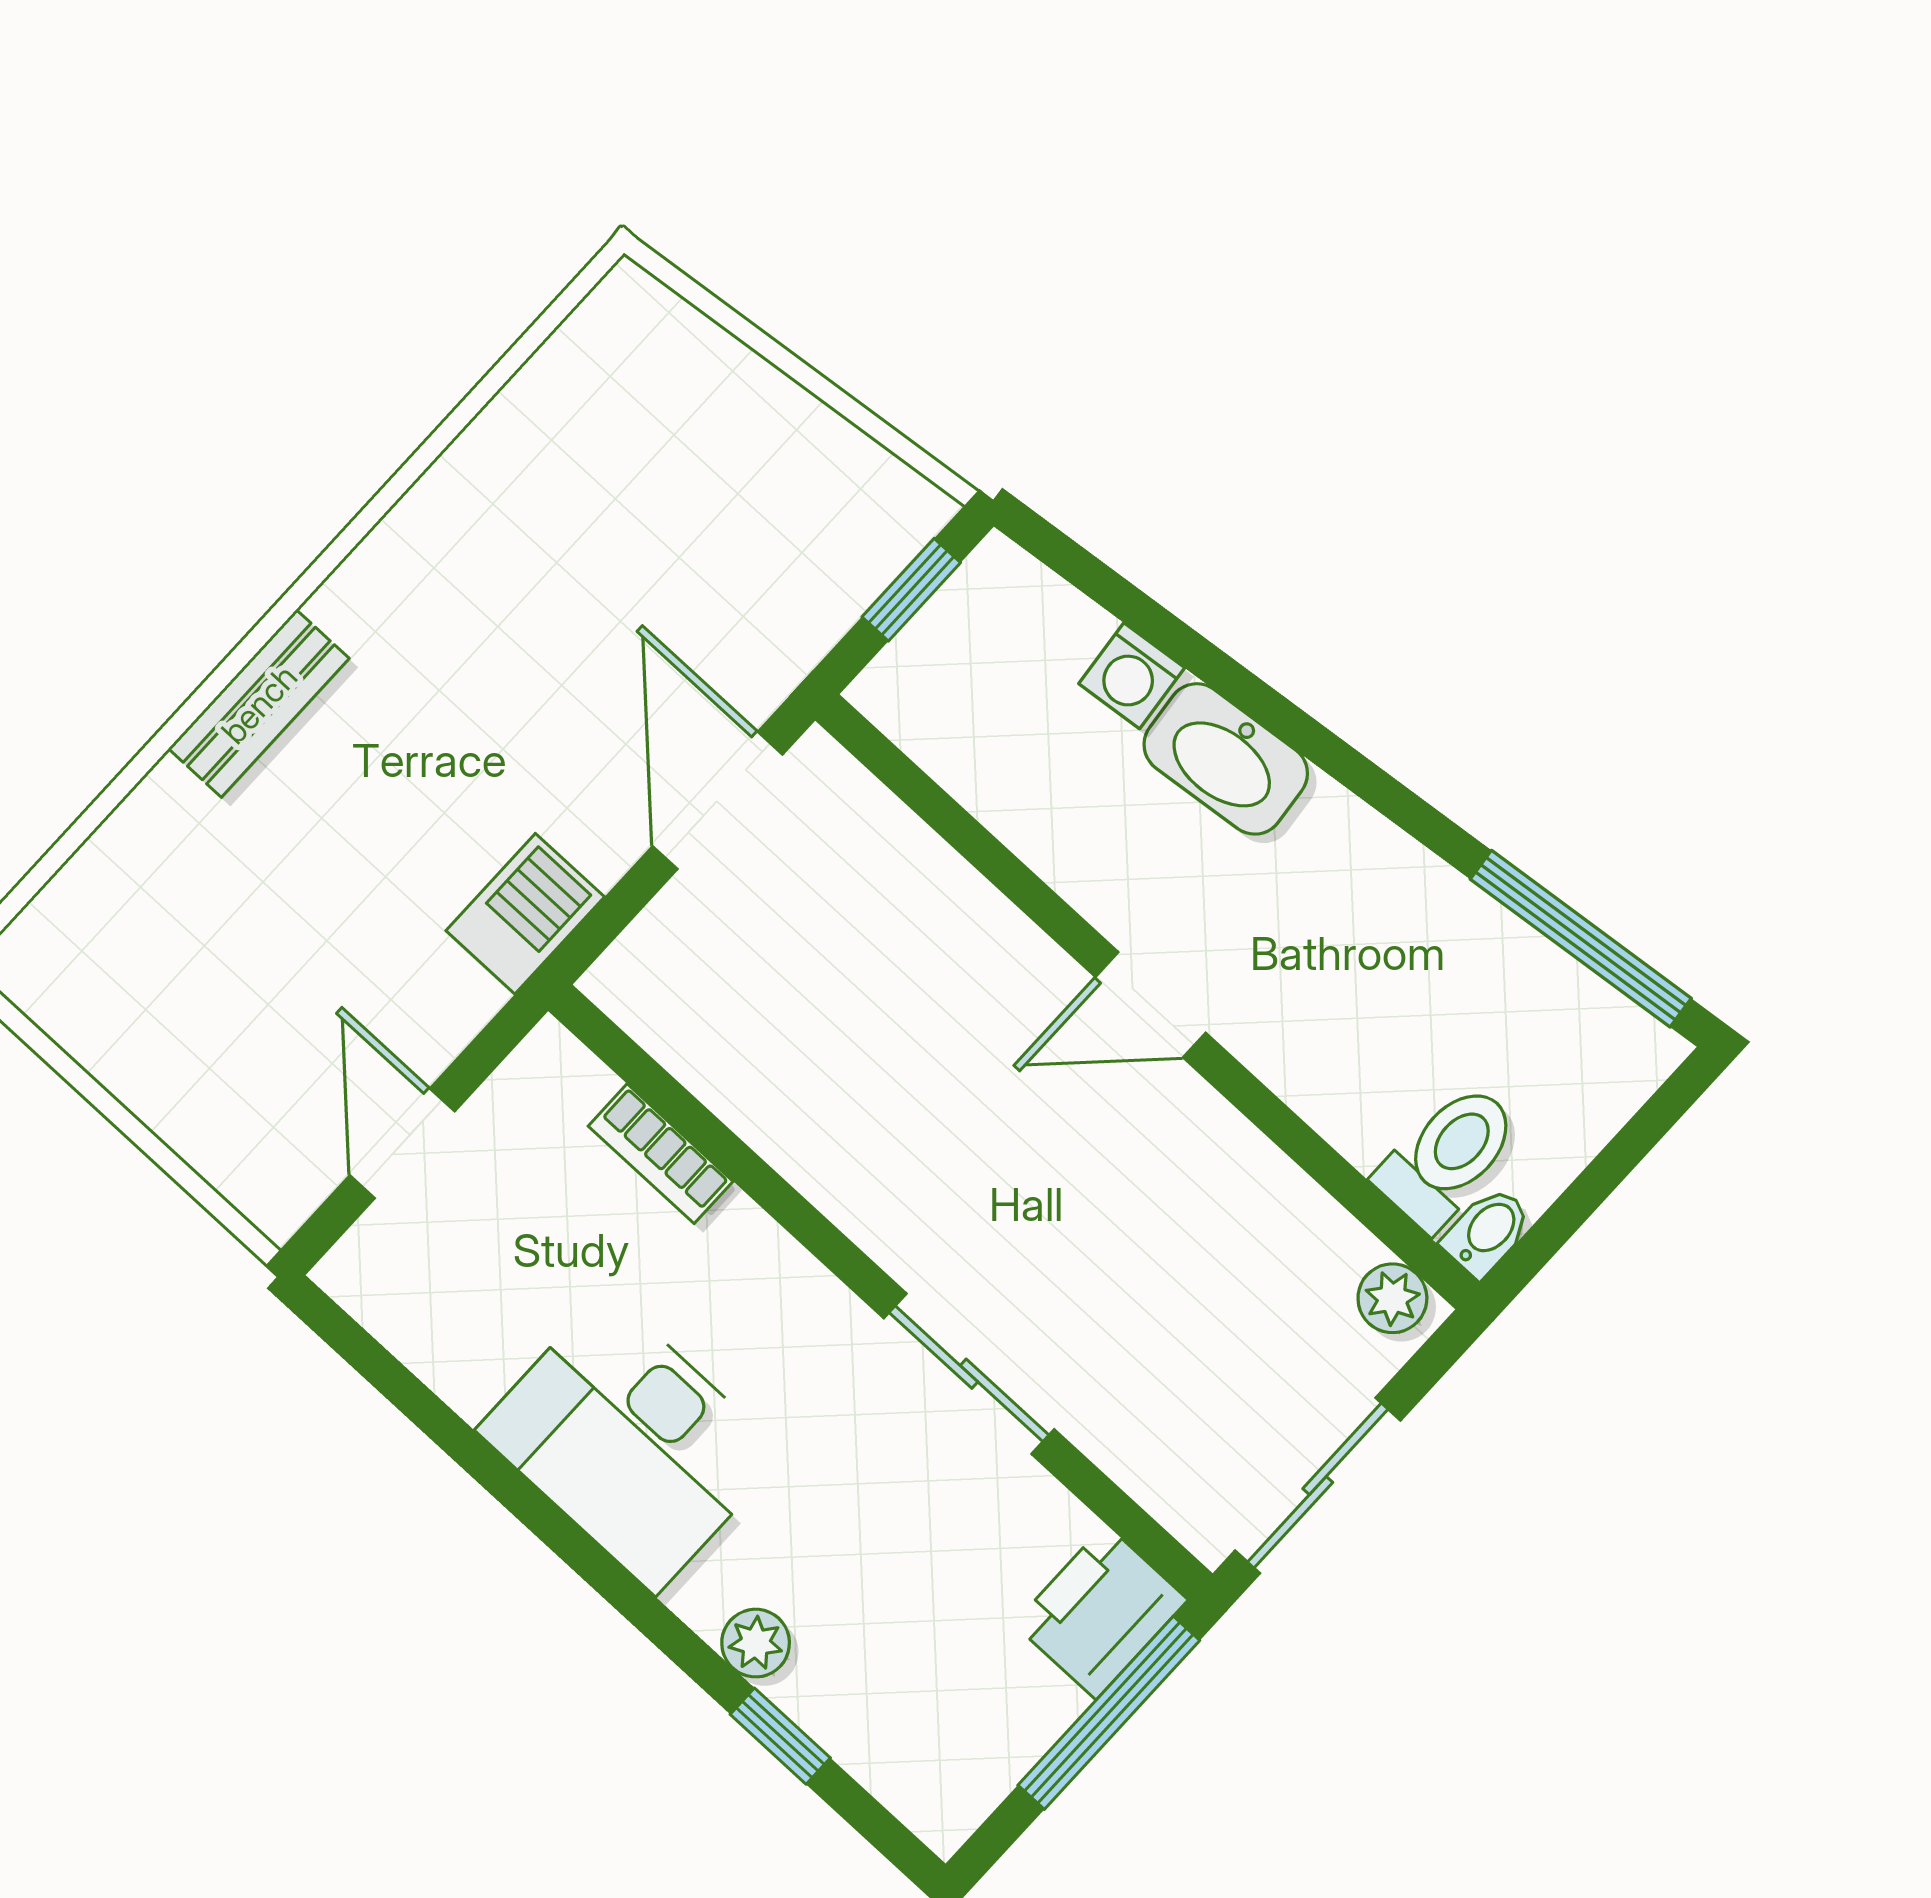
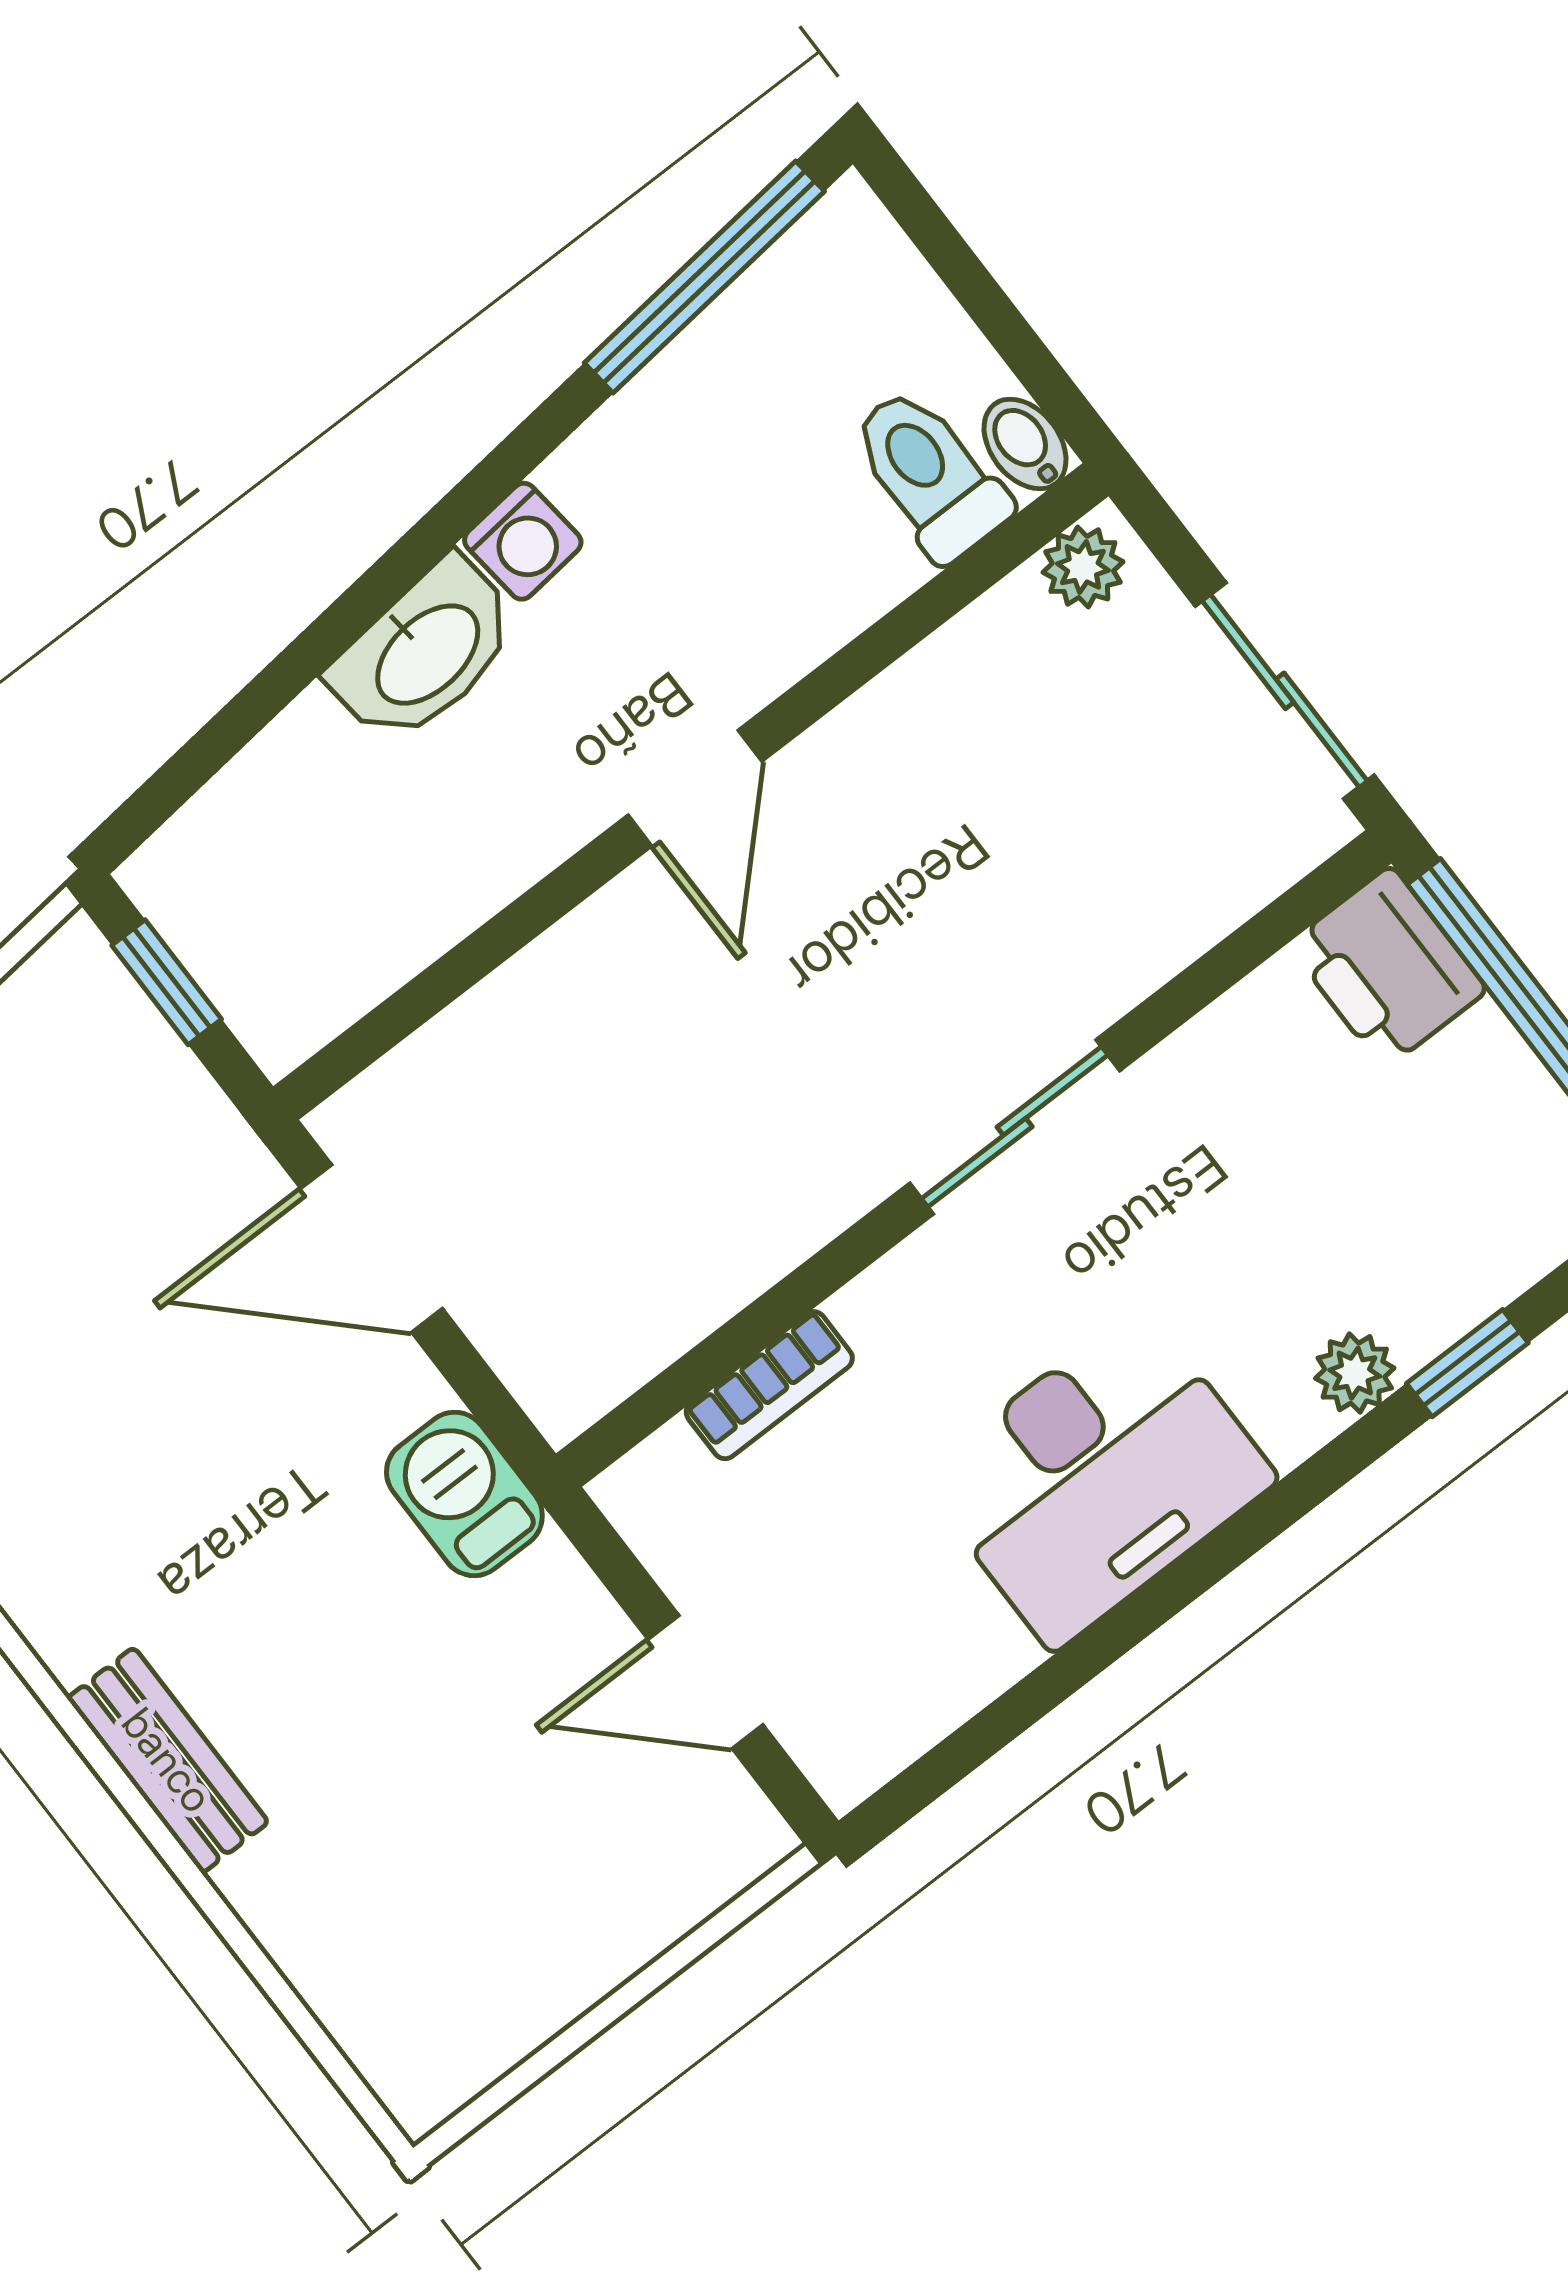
washing machine: (1132, 676) -> (523, 541), moved
sliding door: (969, 1374) -> (1015, 1127), moved

